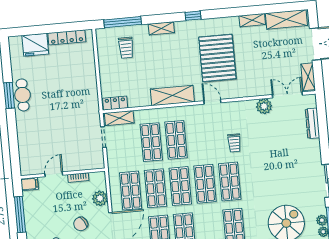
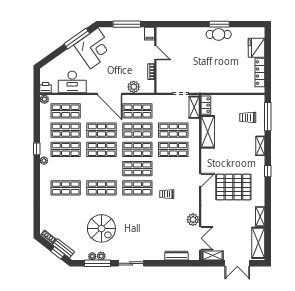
shelving: (172, 95) -> (208, 132), moved
chair: (81, 224) -> (115, 70), removed

